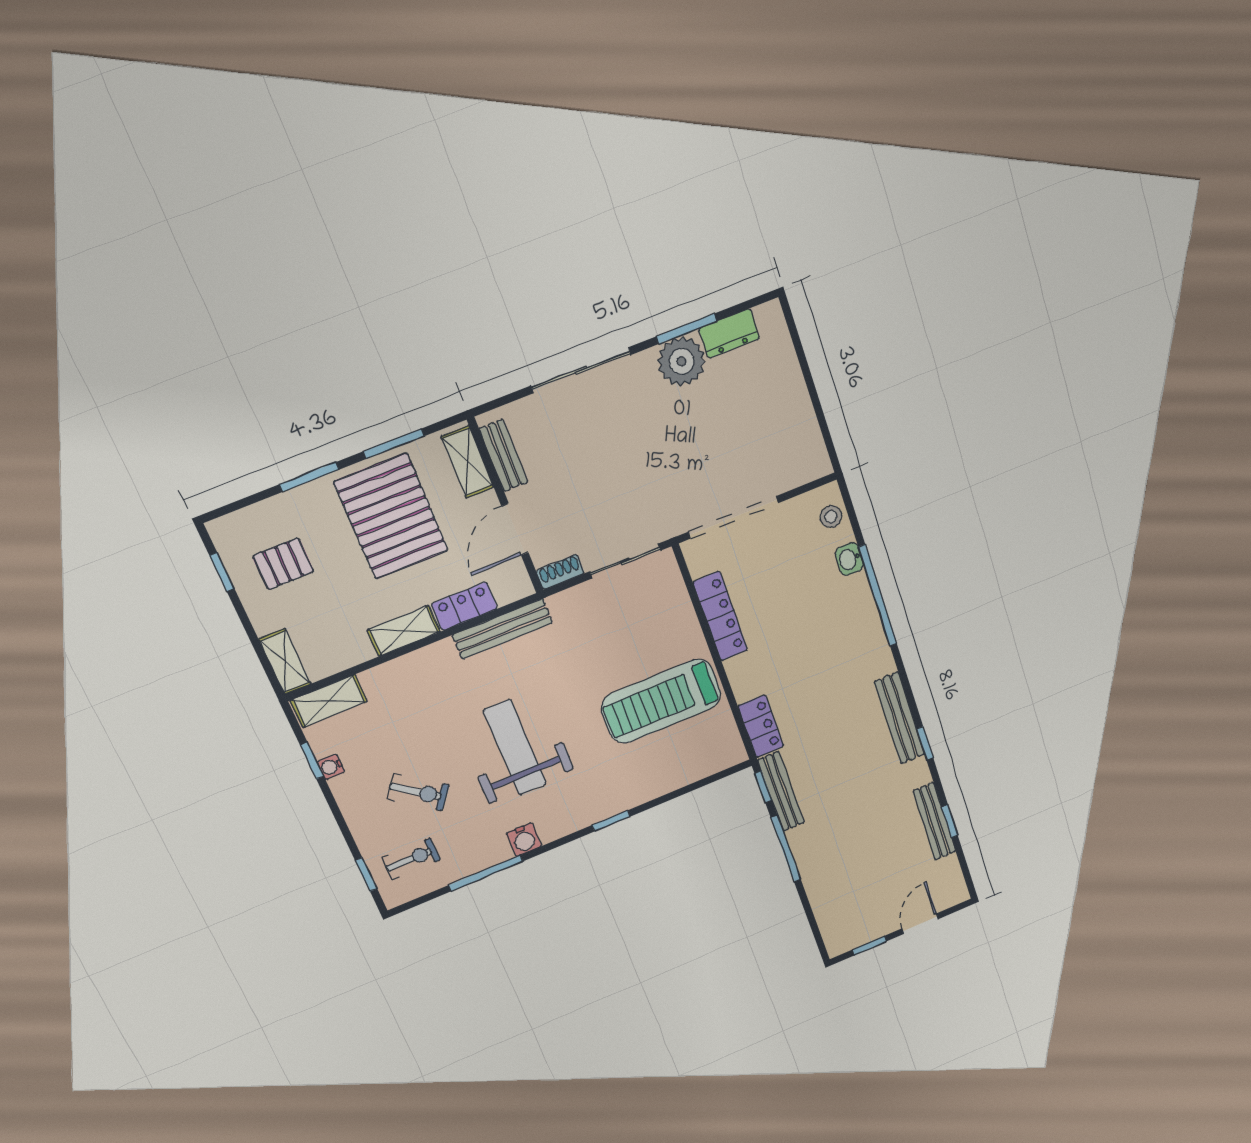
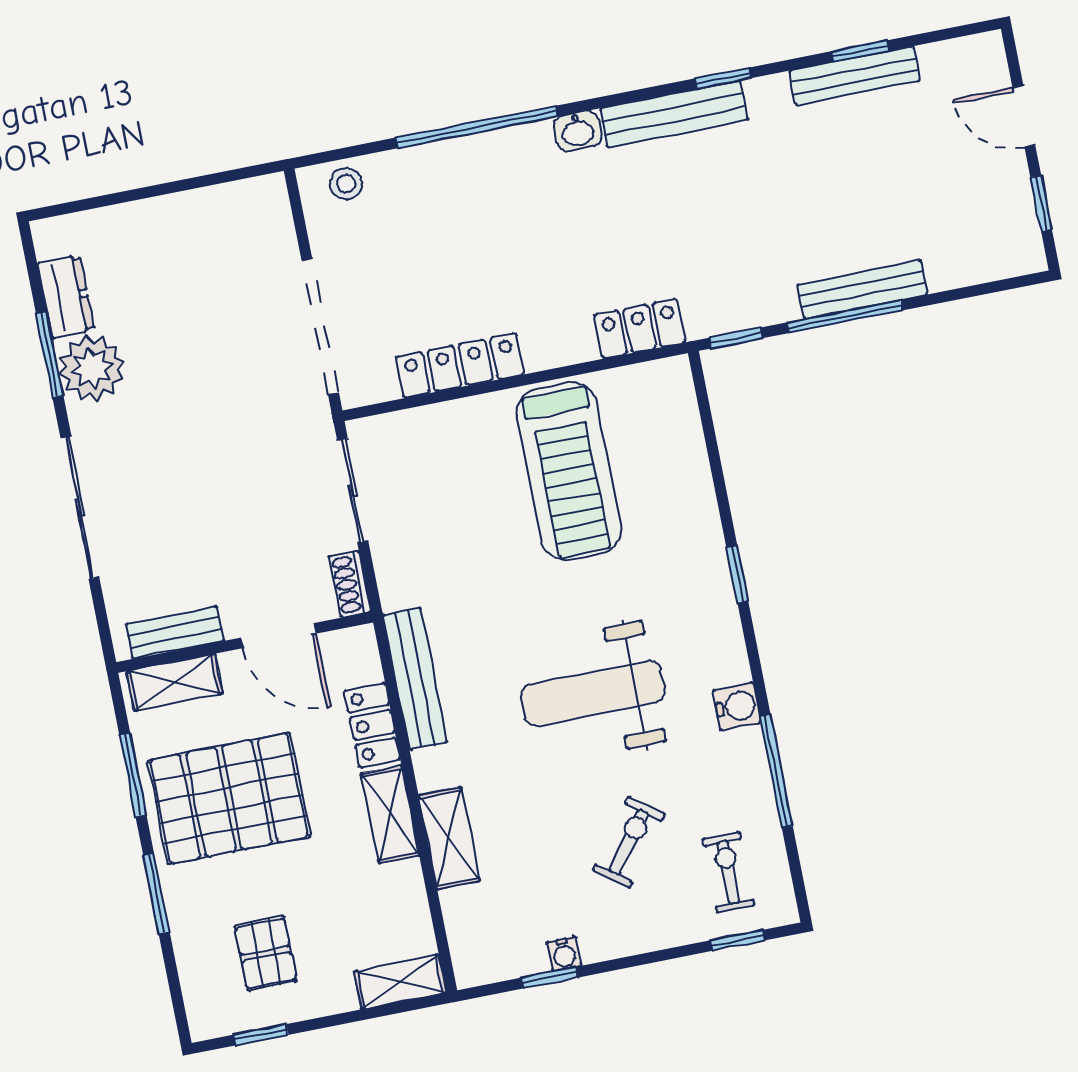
washbasin: (849, 559) -> (578, 131), moved
shelving: (329, 701) -> (449, 838), moved
bench: (781, 791) -> (862, 289), moved

